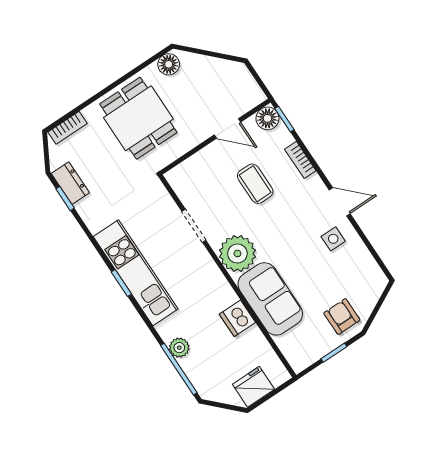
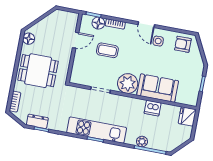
floor lamp: (267, 118) -> (98, 23), moved
door: (340, 202) -> (146, 25), swing flipped
armchair: (342, 317) -> (183, 44), moved
fridge: (253, 387) -> (187, 116), moved

